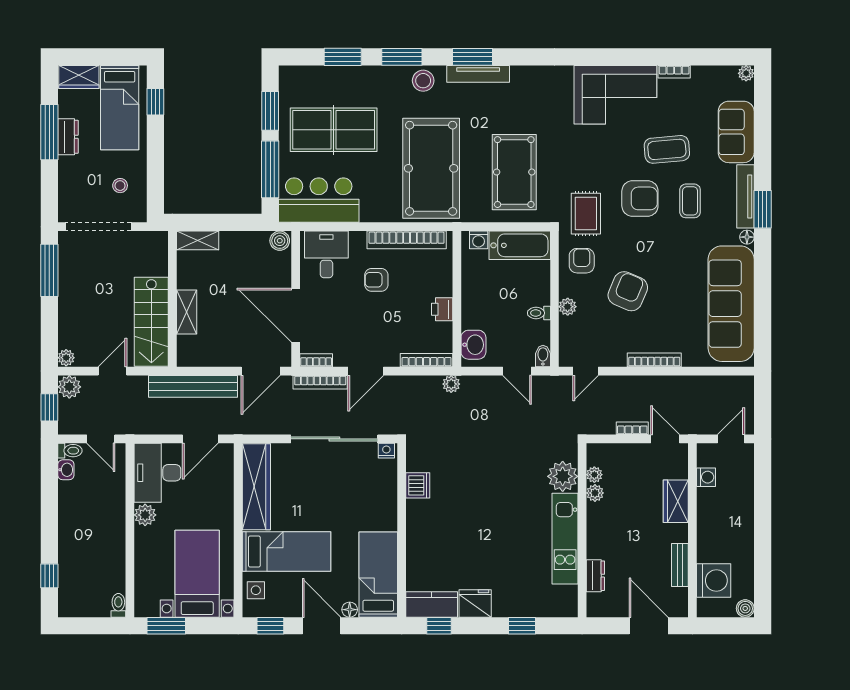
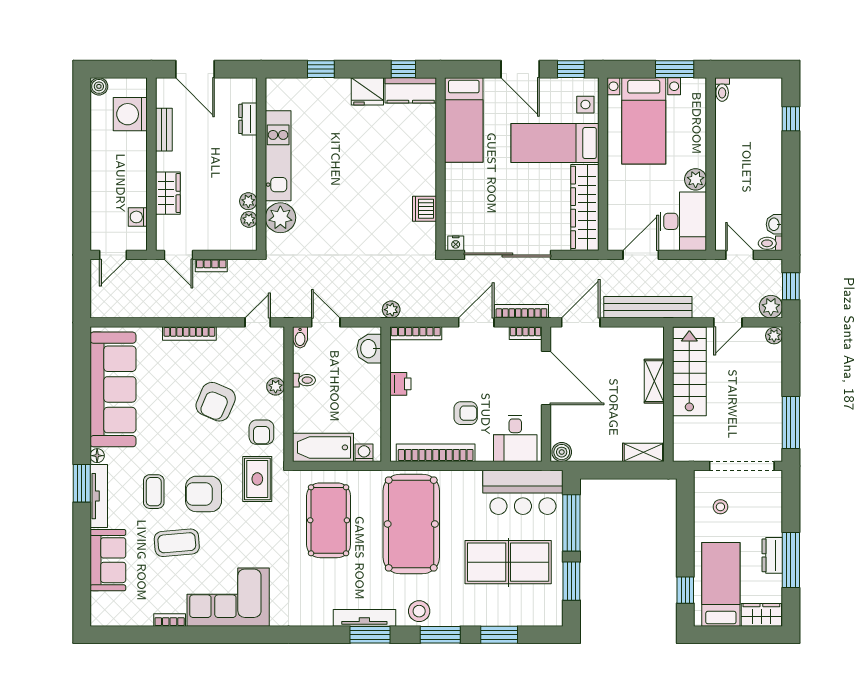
plant: (746, 73) -> (98, 618), removed
floor lamp: (350, 610) -> (492, 85), removed

